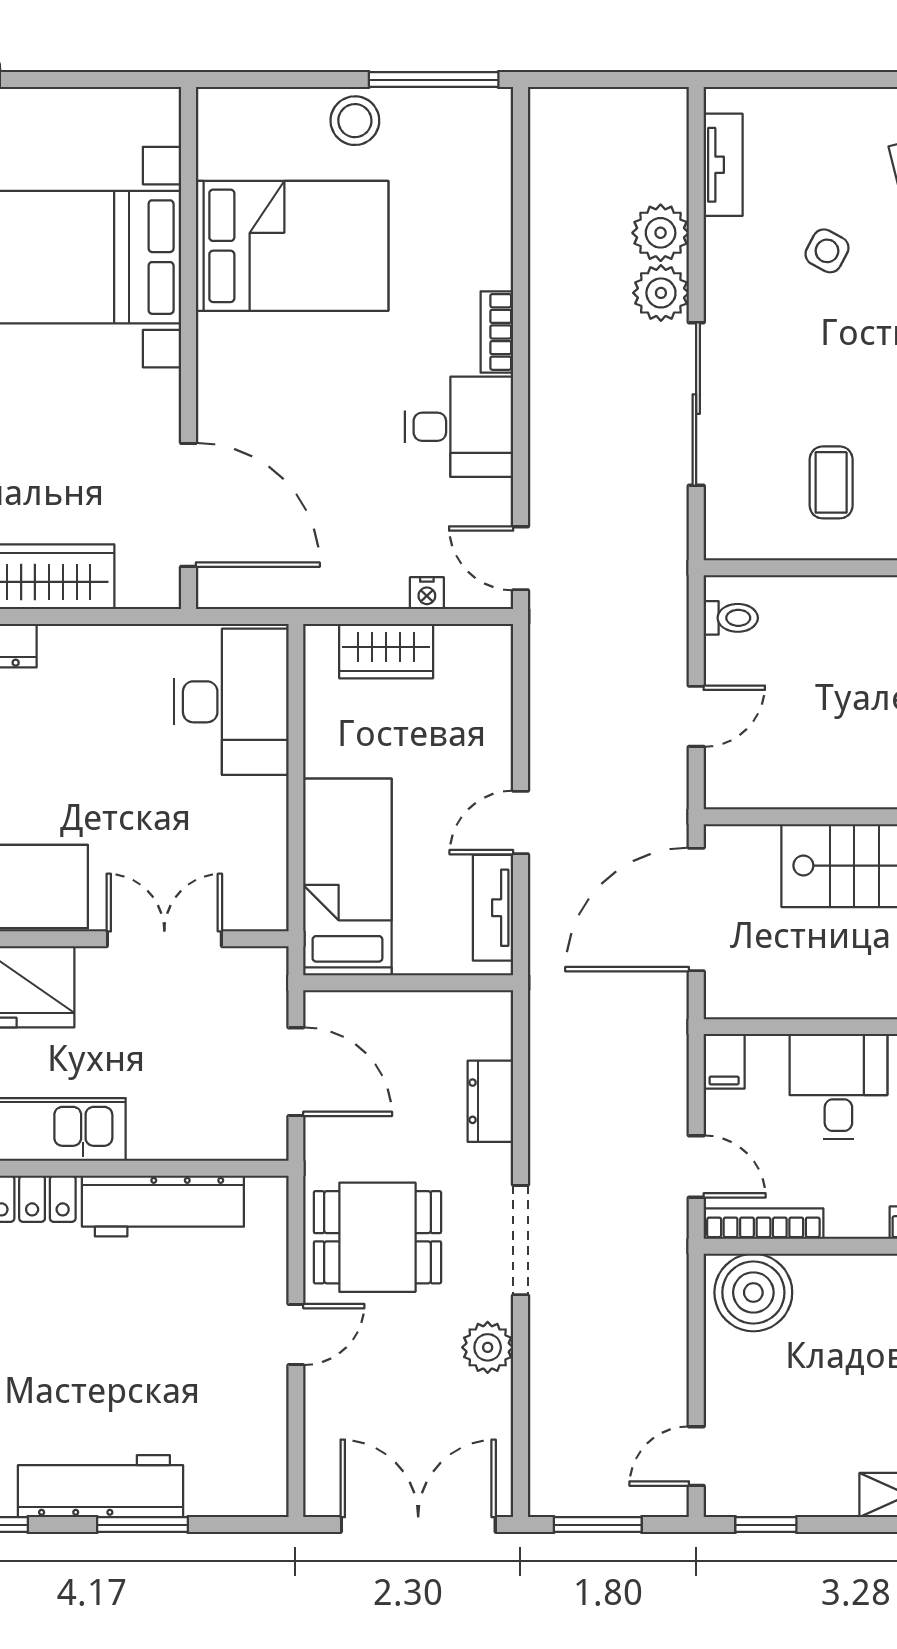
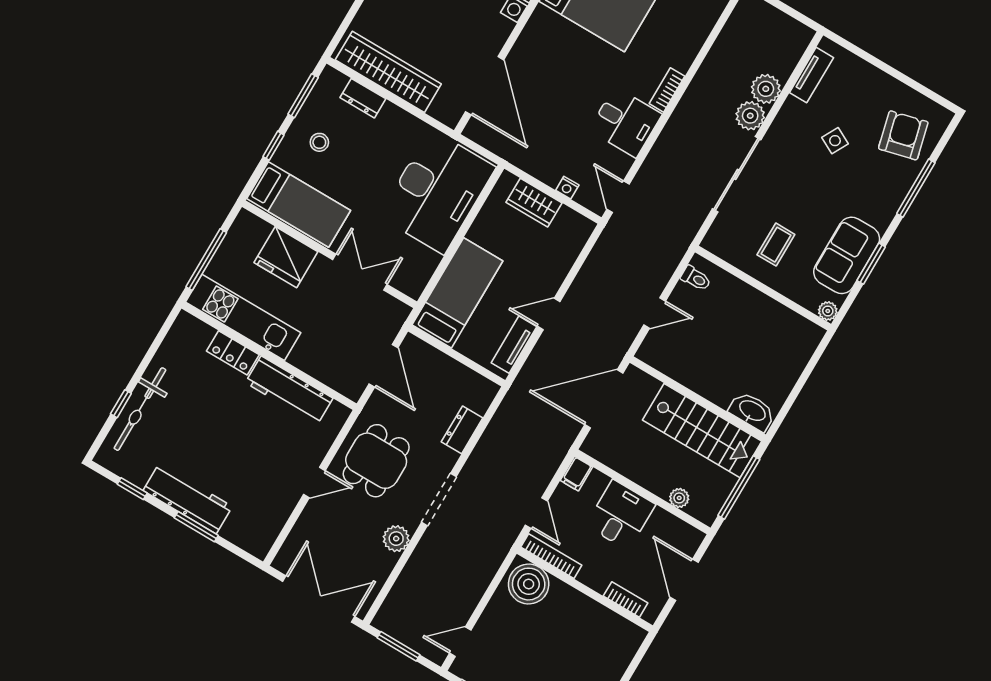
desk: (231, 702) -> (437, 192), width x1.36, depth x1.30
dining table: (377, 1237) -> (376, 461), turned 90

